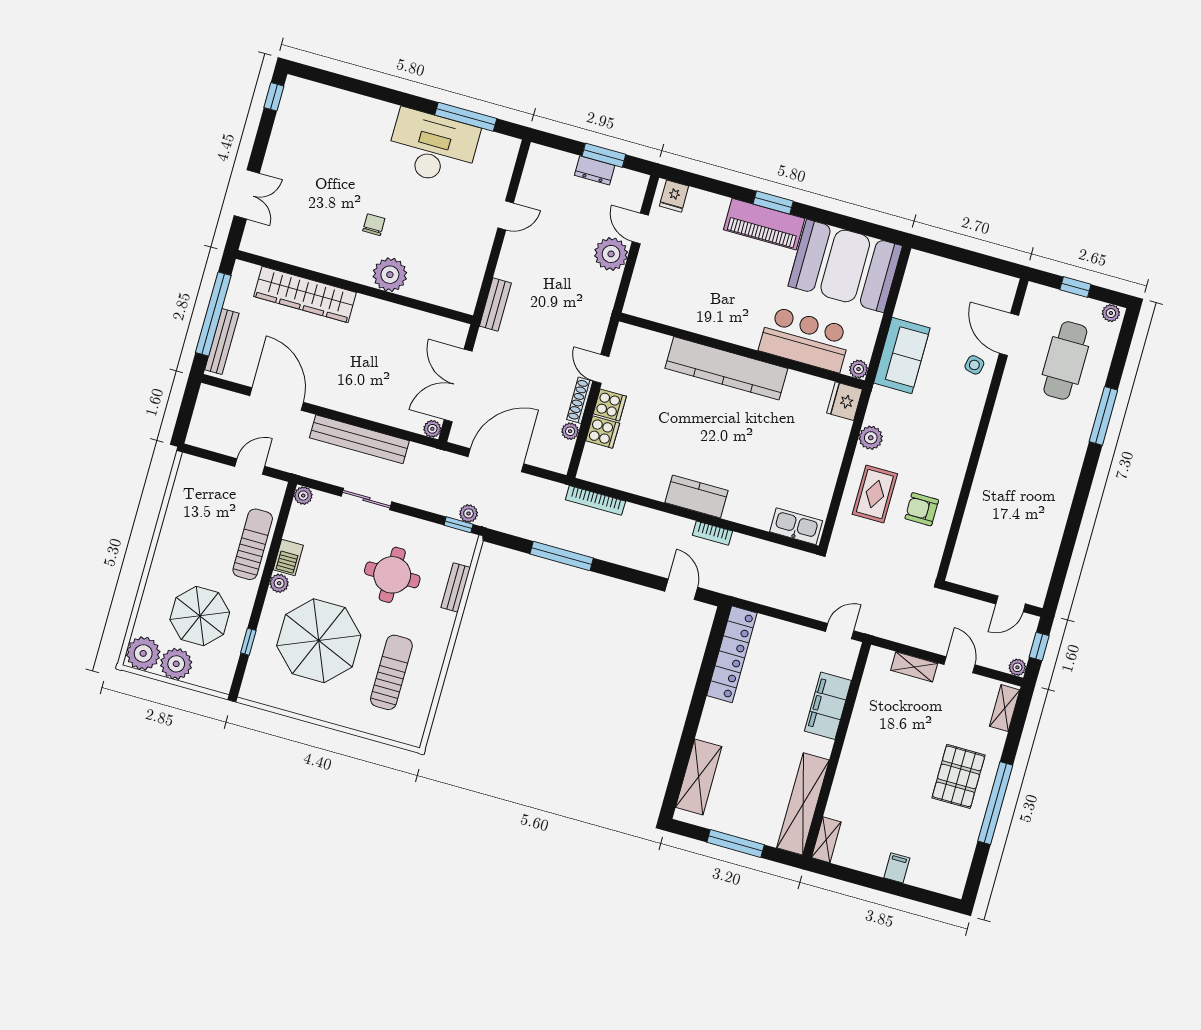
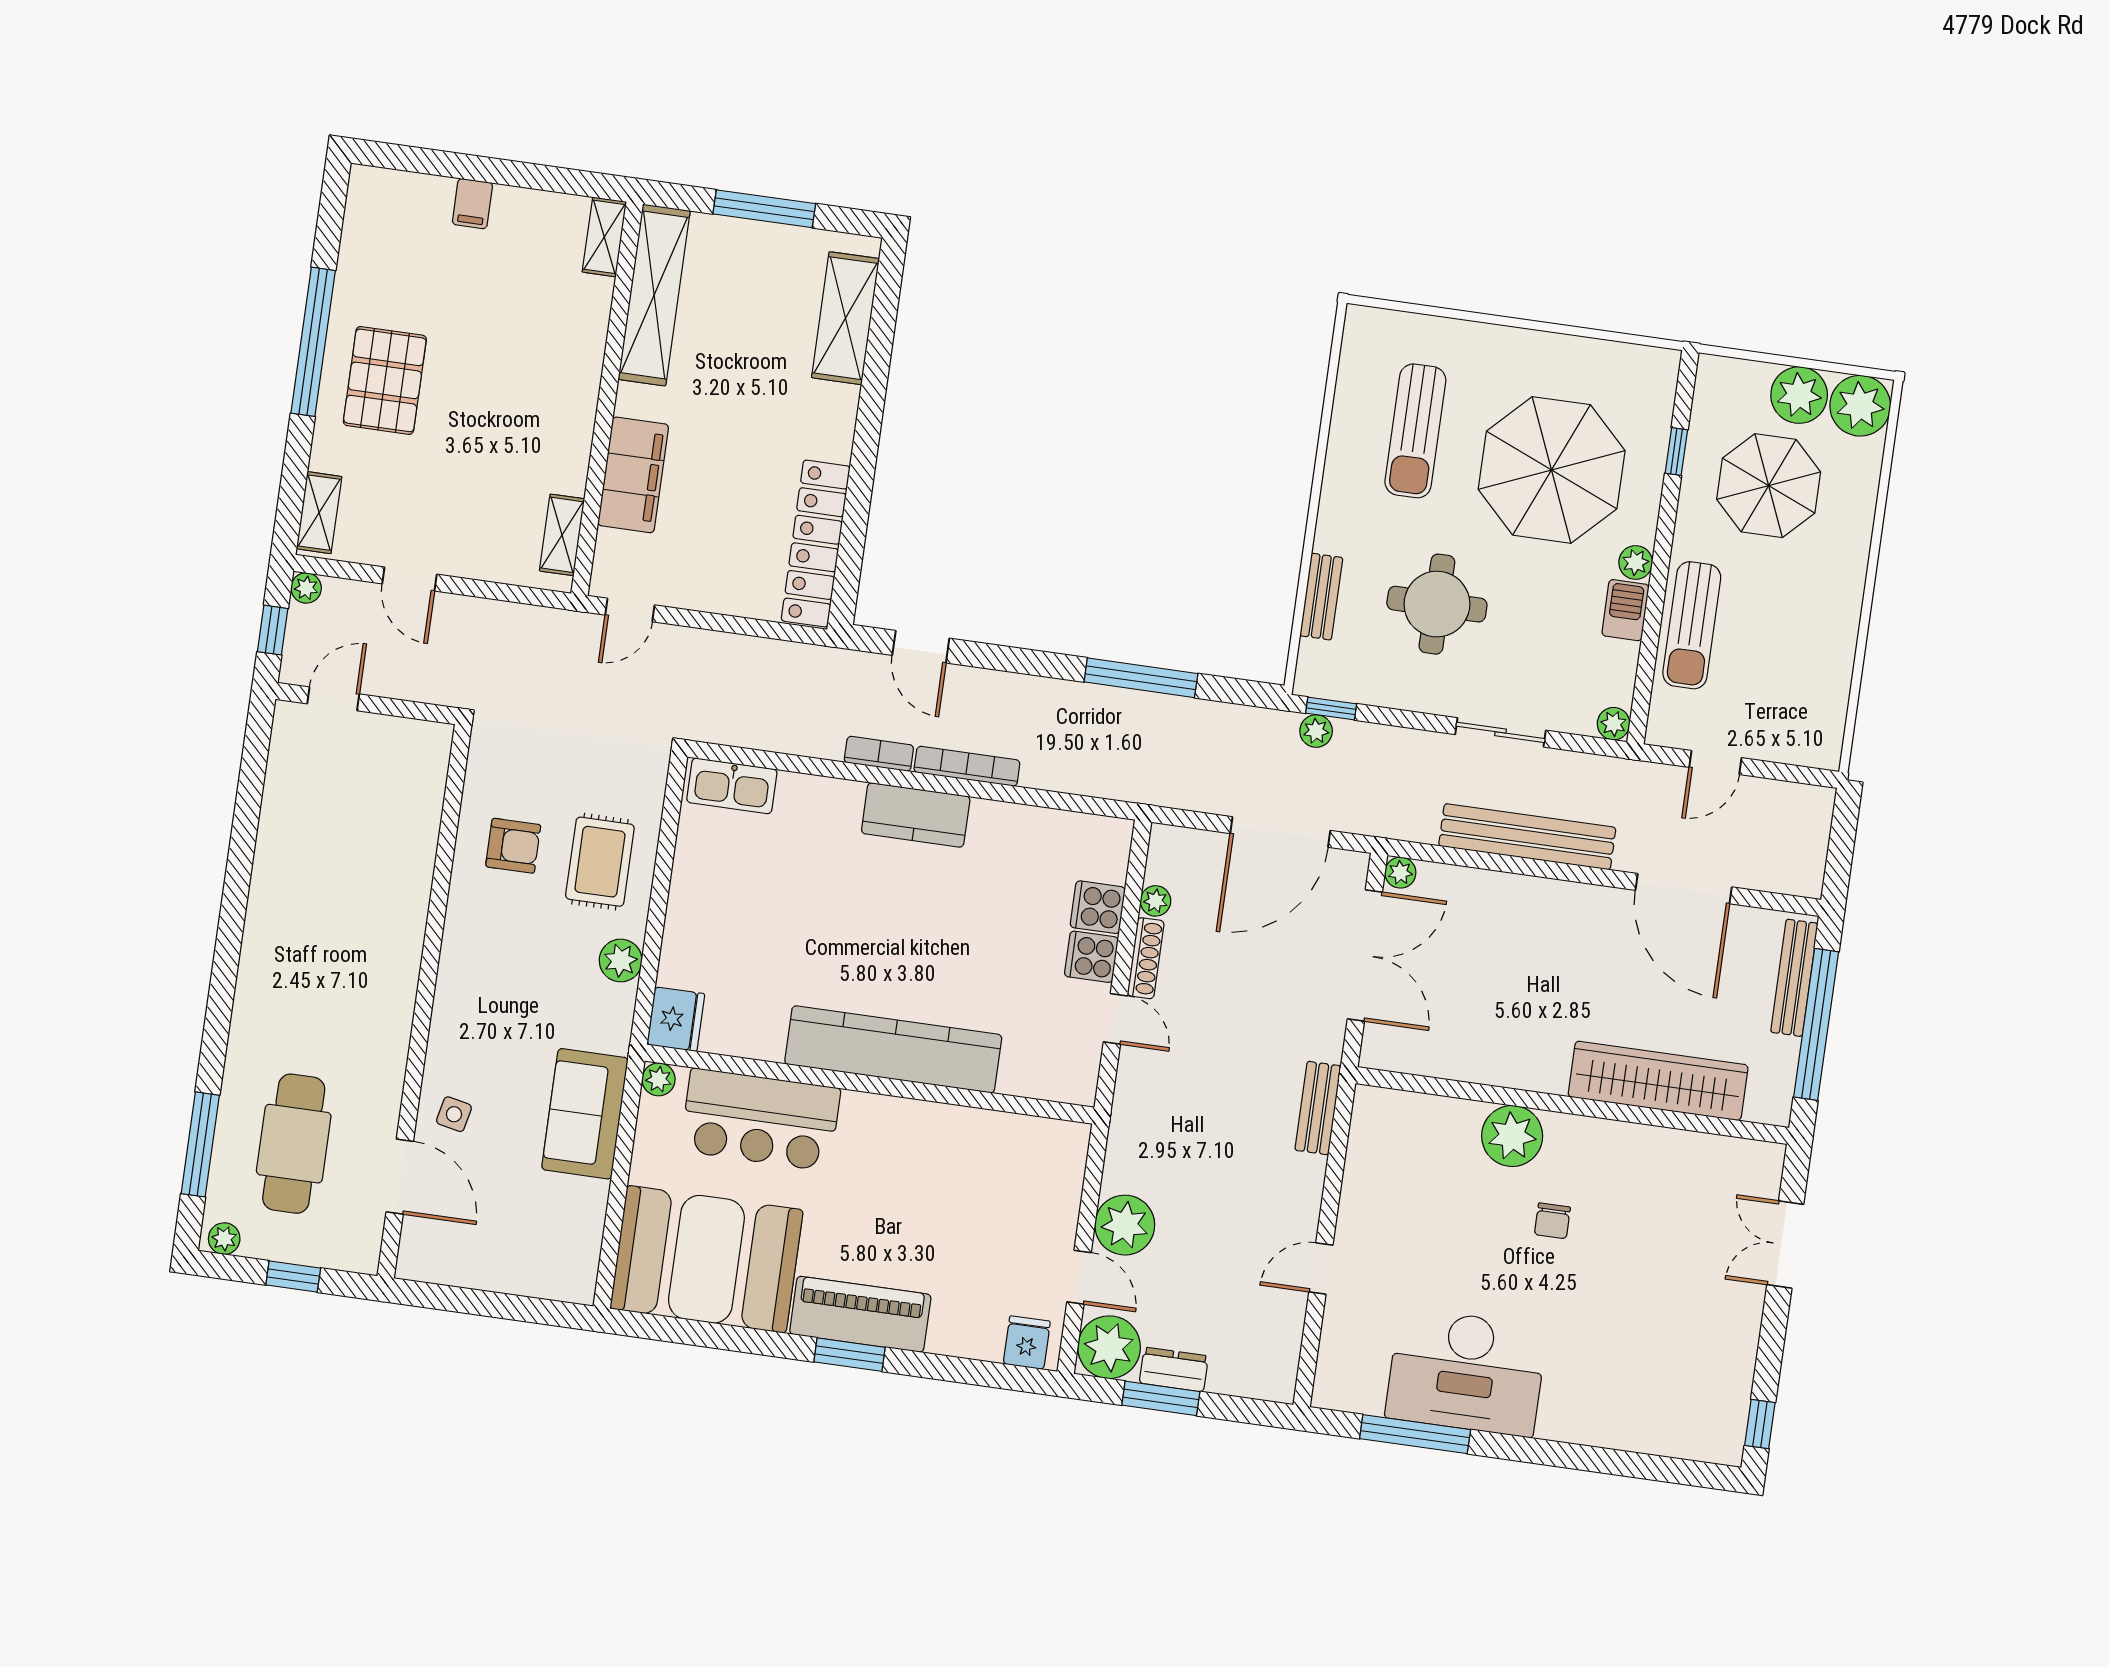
plant: (629, 187) -> (1109, 1347), added
window: (1103, 416) -> (200, 1144), moved
bookcase: (595, 500) -> (967, 766), moved
shelving: (914, 667) -> (562, 535), moved, turned 90

